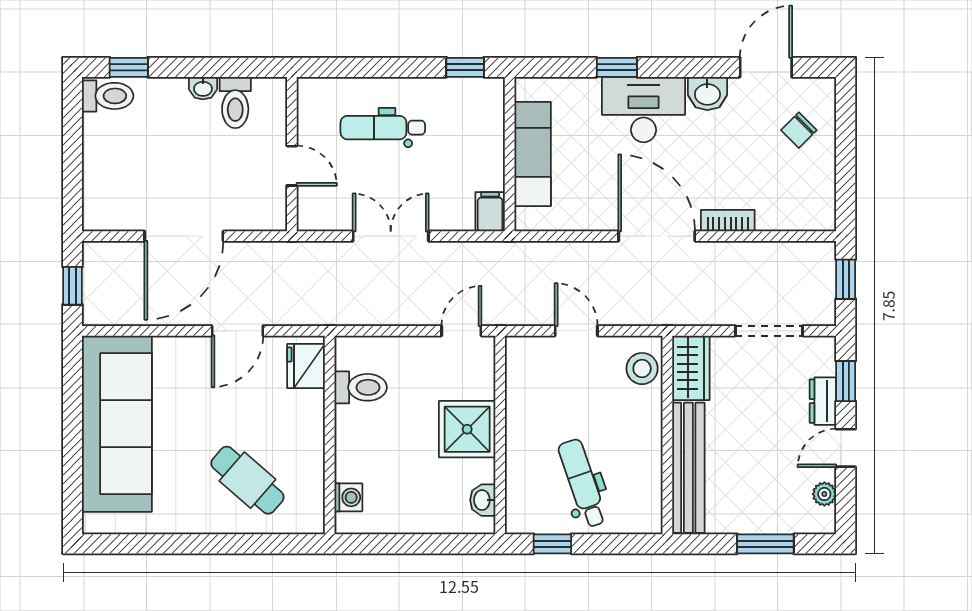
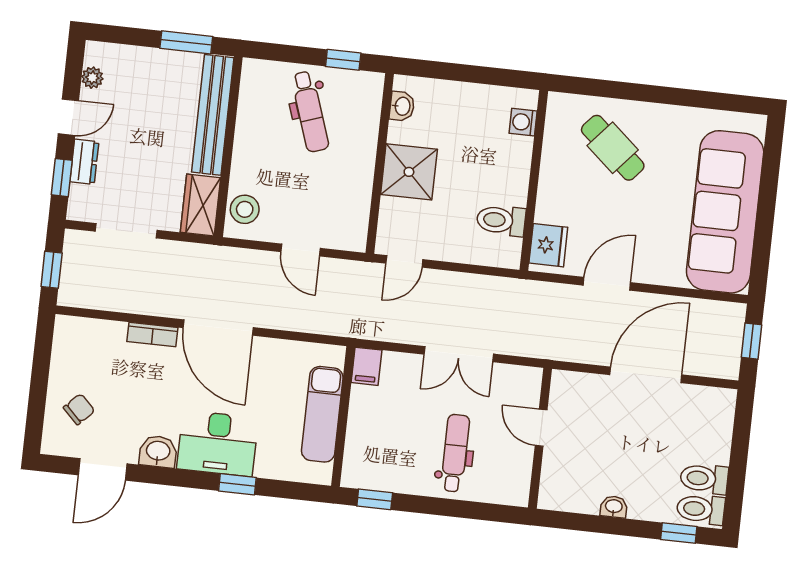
toilet: (235, 102) -> (704, 479), moved, turned -90
dental chair: (383, 128) -> (455, 453), turned -90
window: (765, 544) -> (186, 42), moved

